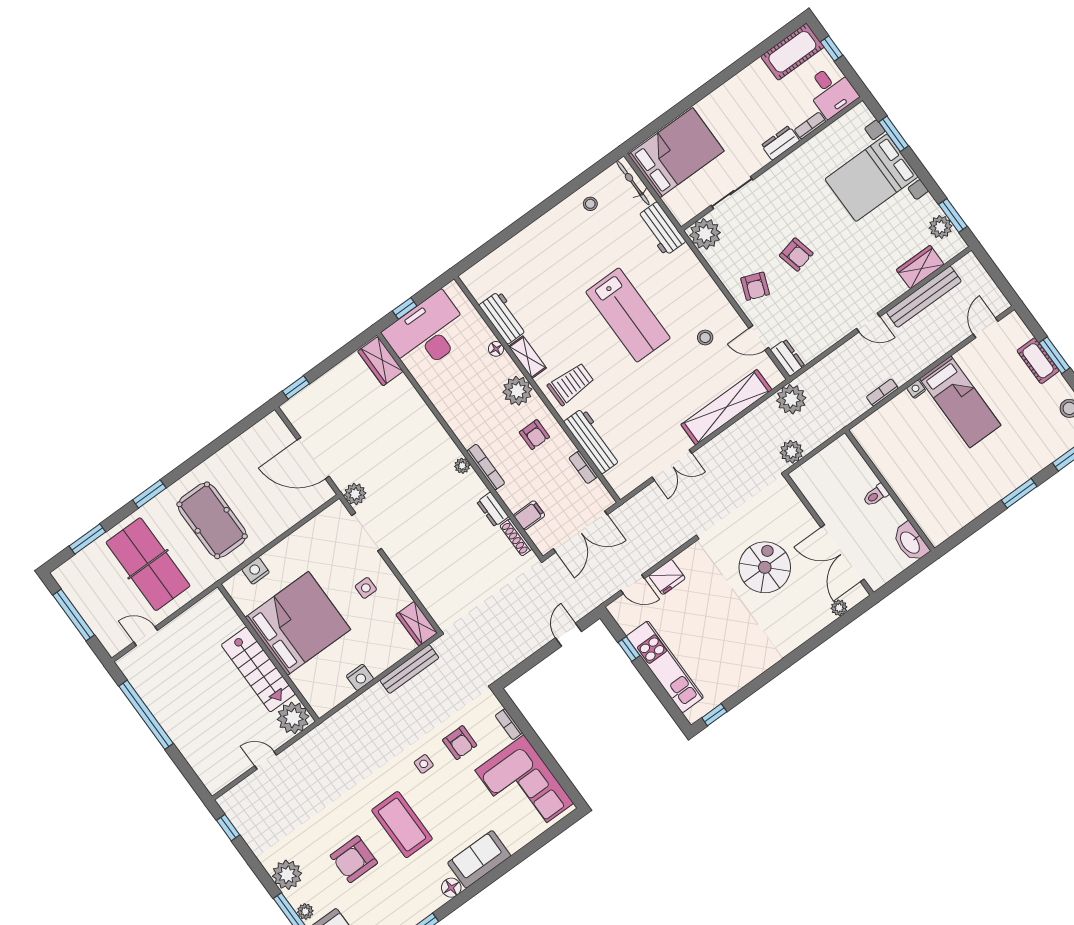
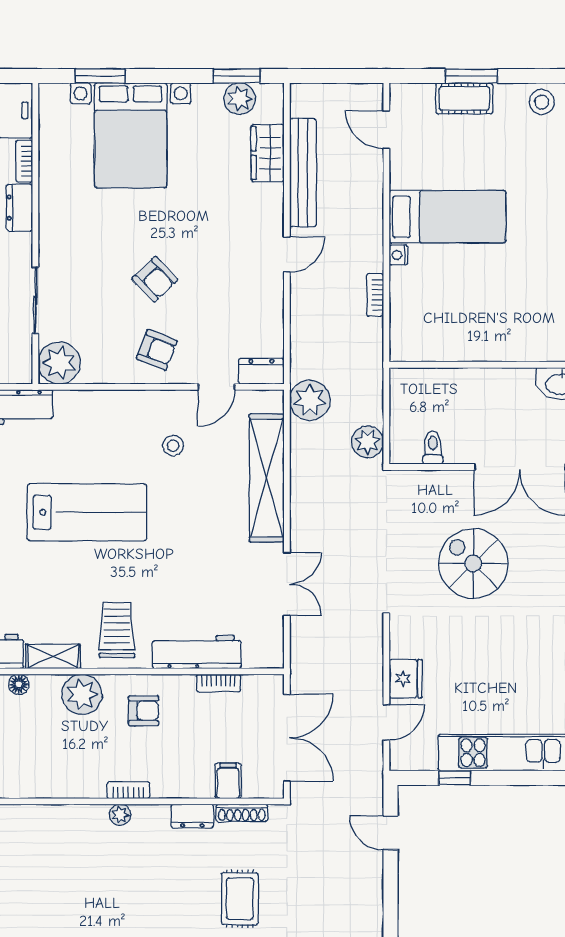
armchair: (796, 255) -> (155, 279), turned 59
bookcase: (486, 467) -> (128, 790), width x0.64
toilet: (876, 495) -> (433, 448), moved, turned 180
rug: (464, 573) -> (240, 899), added

